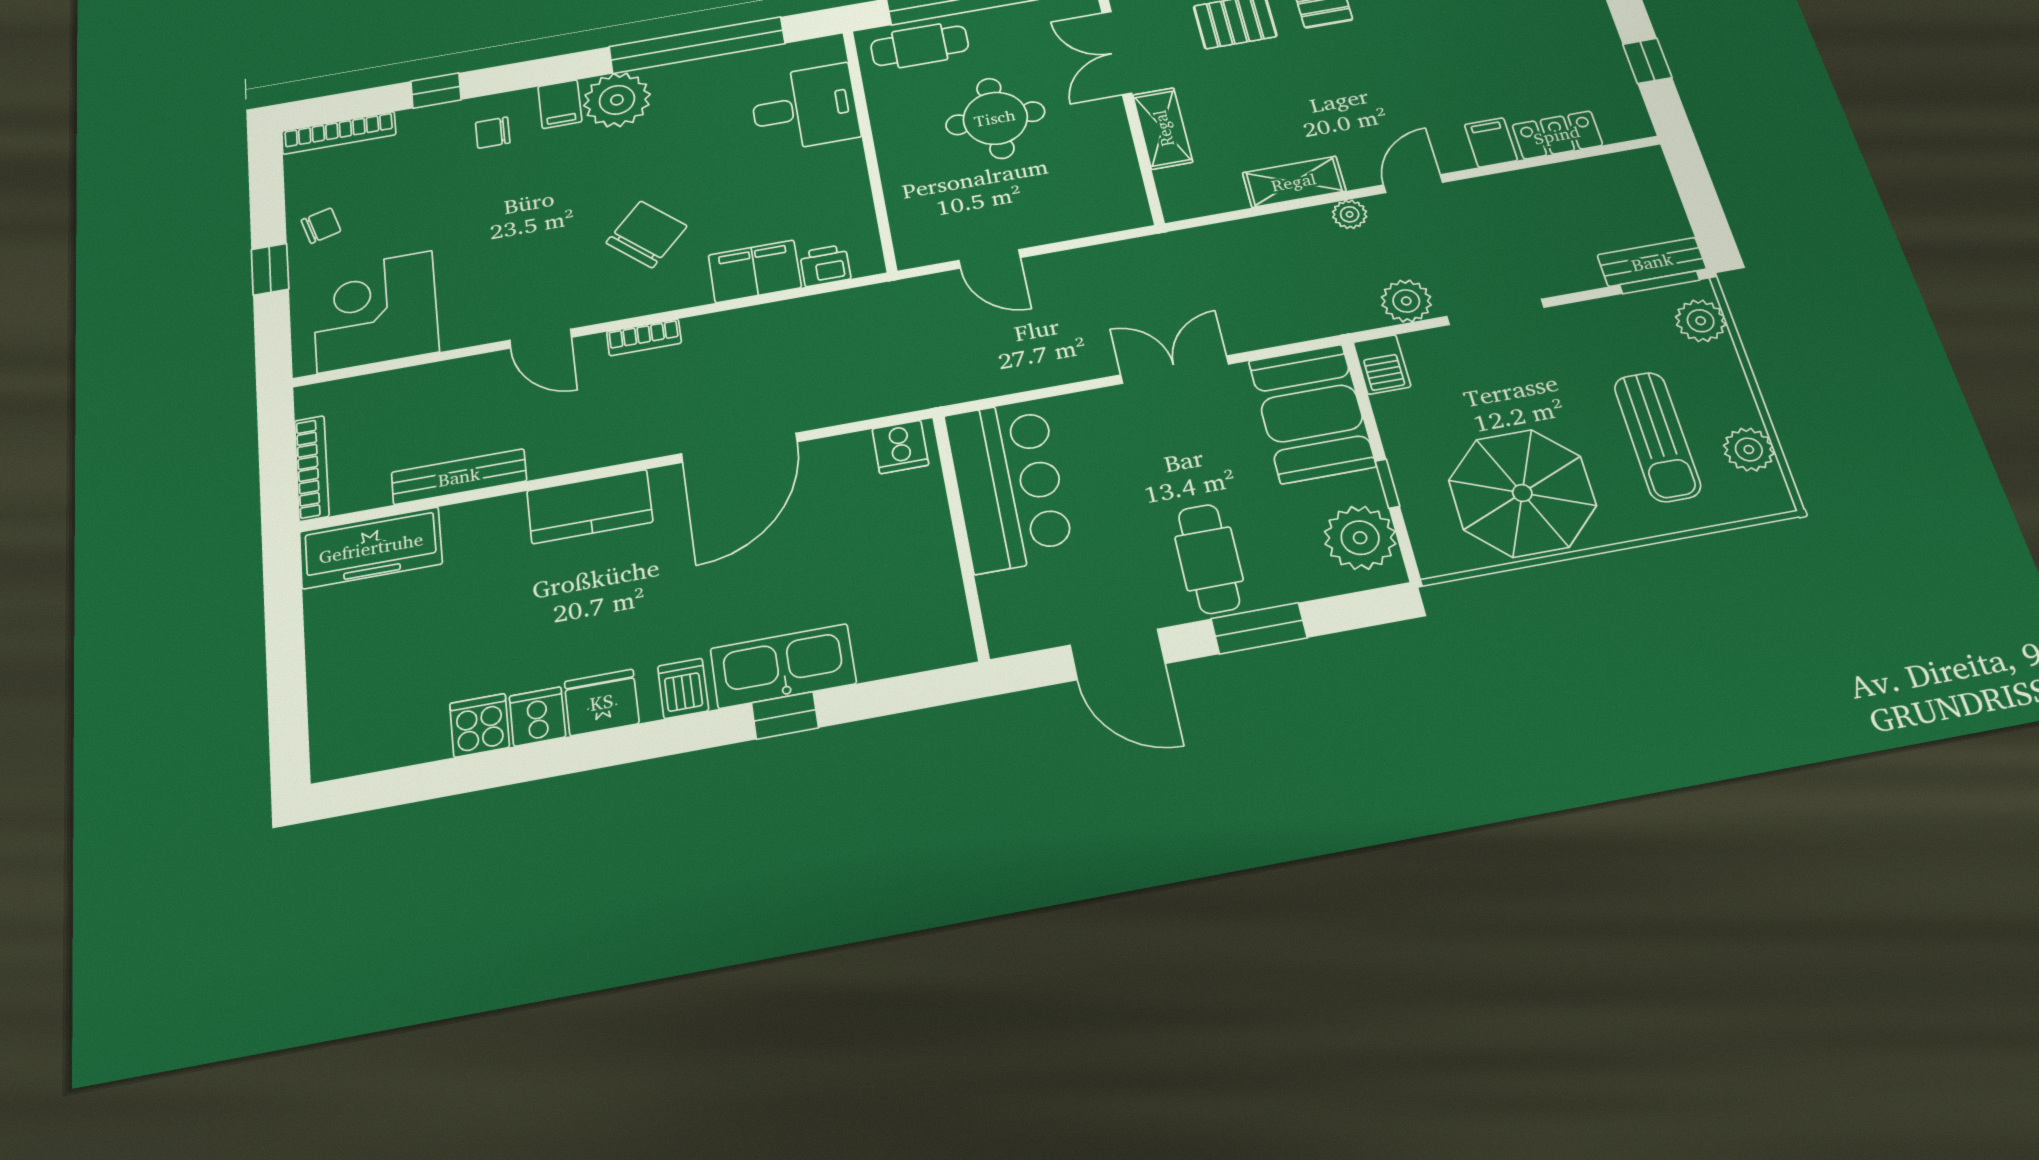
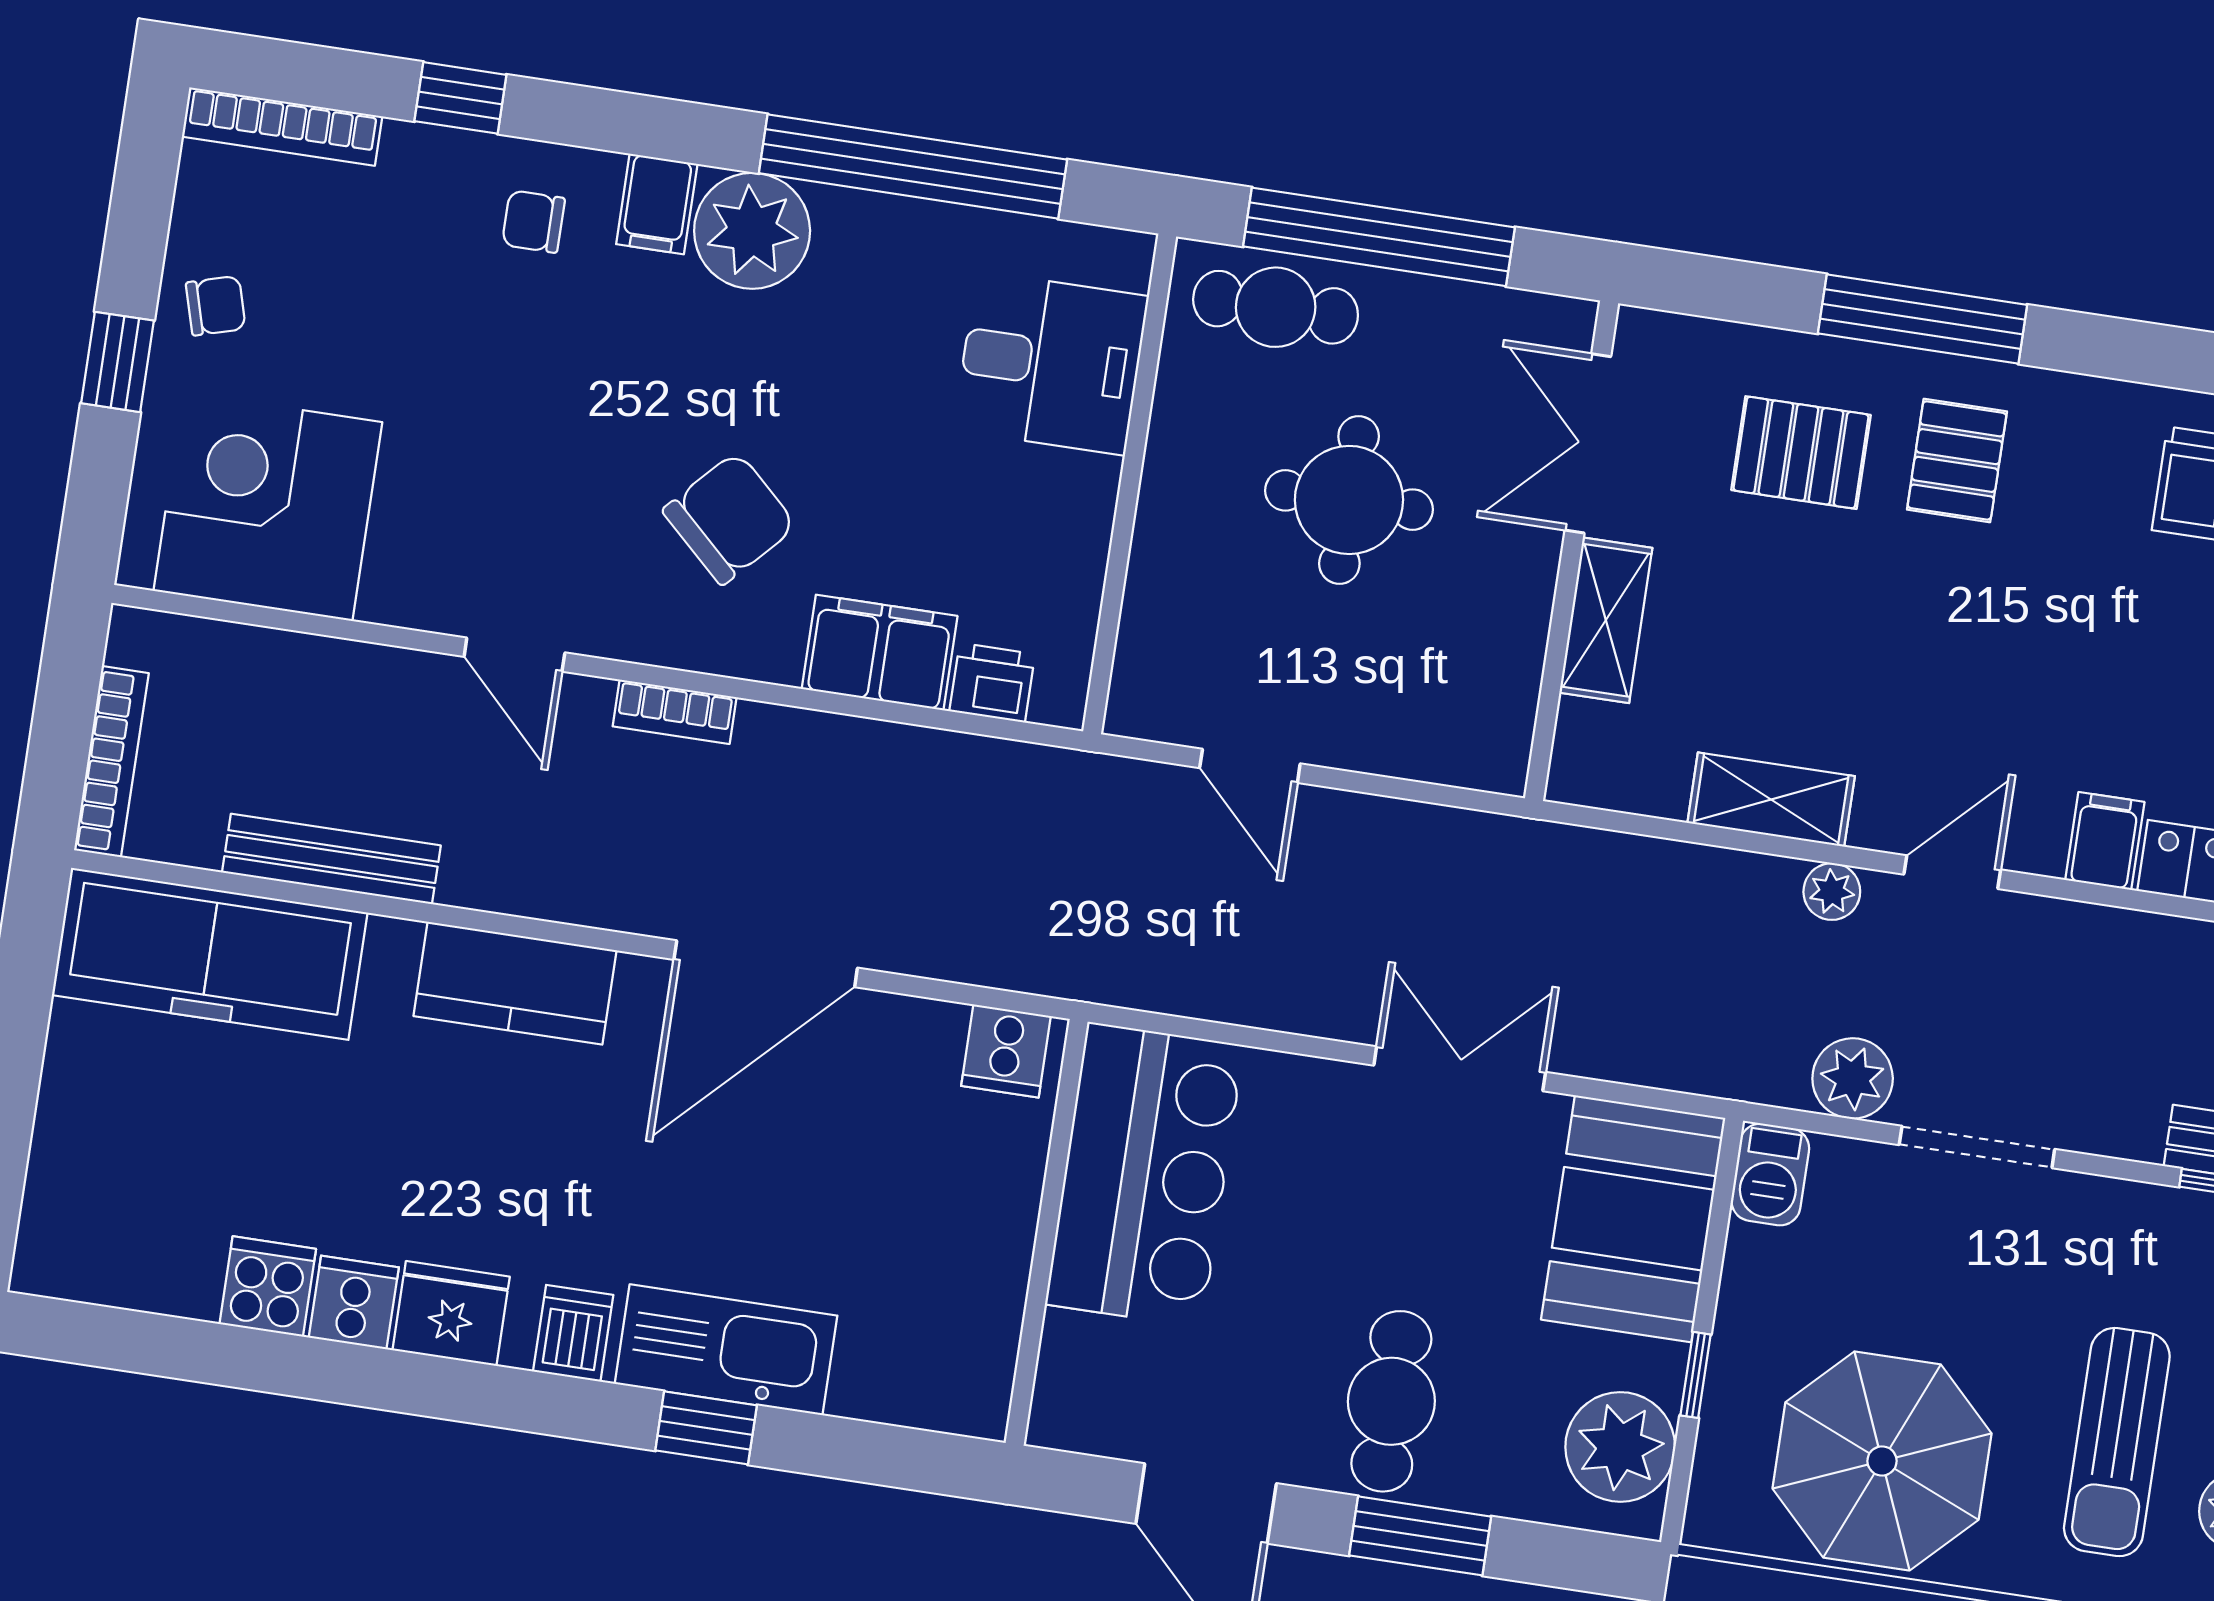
freezer: (371, 548) -> (210, 954), width x1.36, depth x1.26

